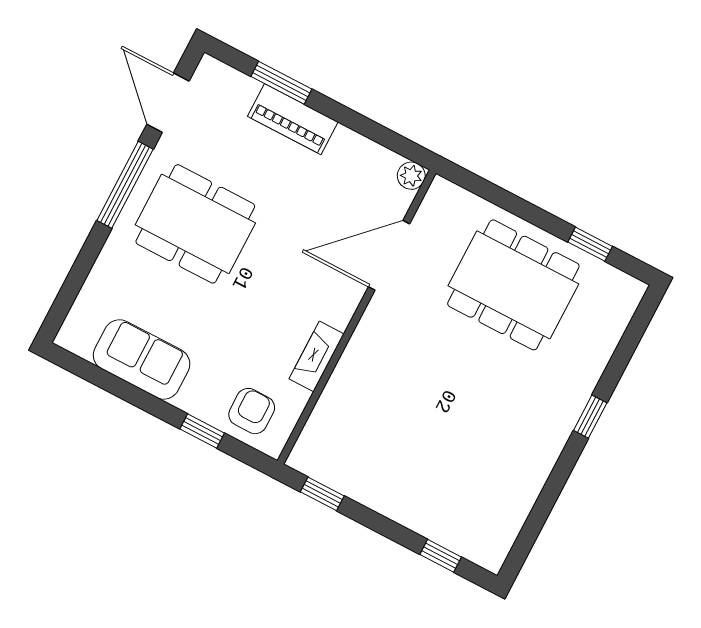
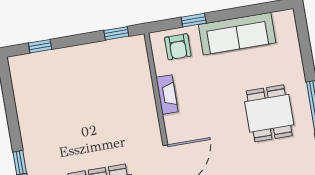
dining table: (195, 224) -> (269, 113), width x0.73
sofa: (142, 360) -> (237, 34), width x1.36

